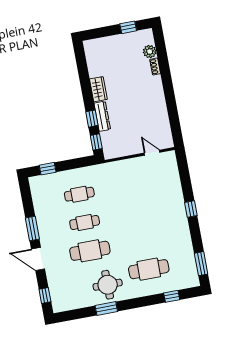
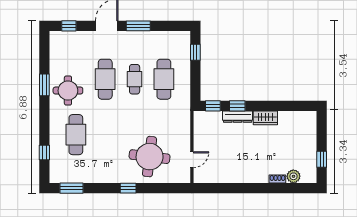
cafe table: (79, 194) -> (164, 79), width x1.37, depth x1.35
round table: (157, 194) -> (150, 157), added

